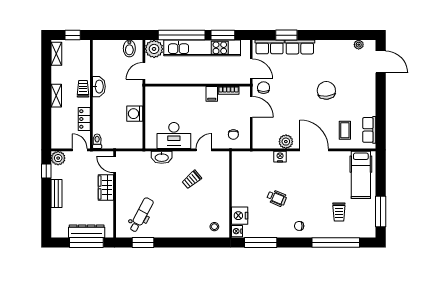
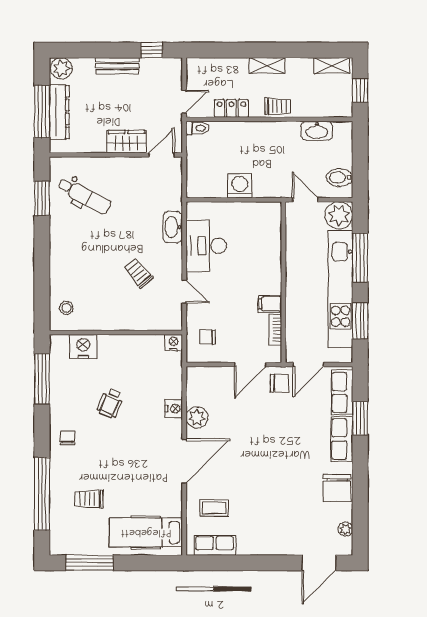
window: (182, 35) -> (360, 258), width x0.68
washbasin: (99, 87) -> (317, 131), moved
chair: (326, 90) -> (337, 488), moved, turned 95
plant: (58, 158) -> (61, 68), moved
nightstand: (237, 231) -> (174, 343), moved

